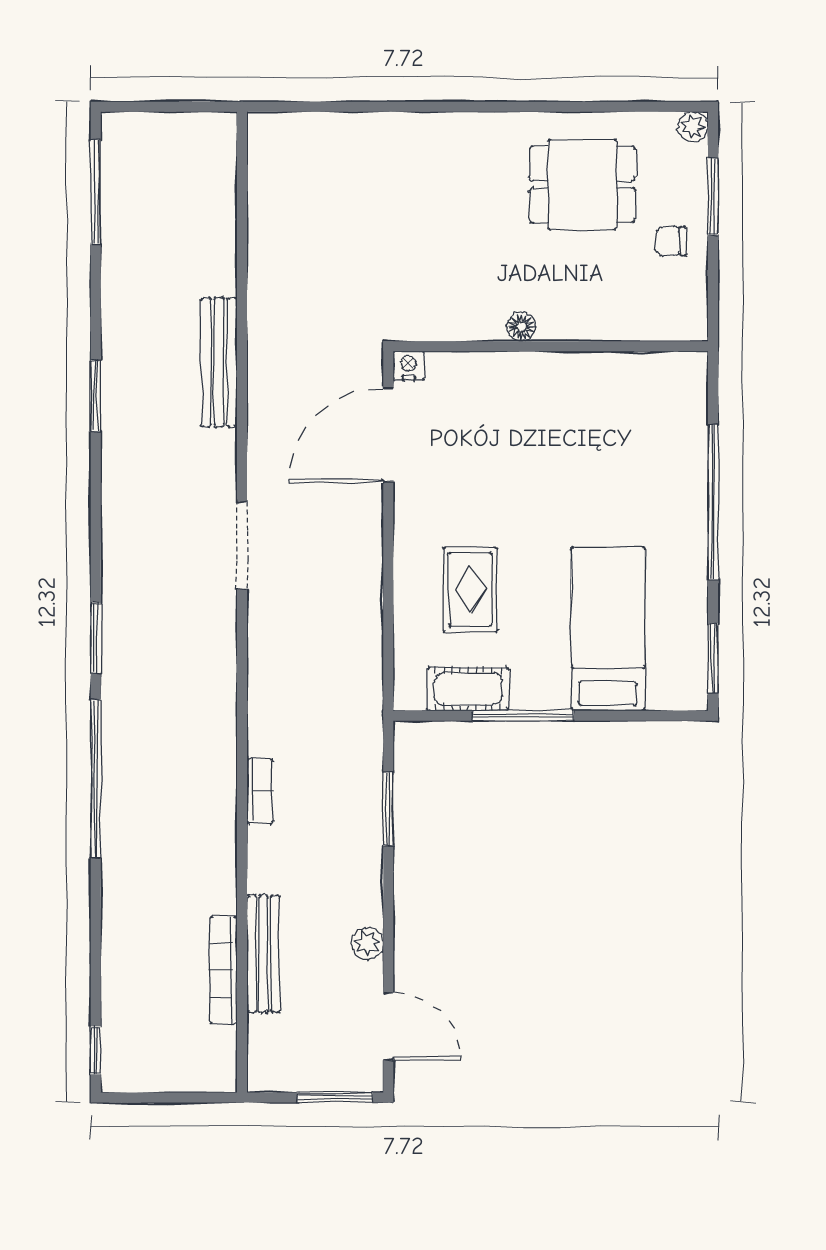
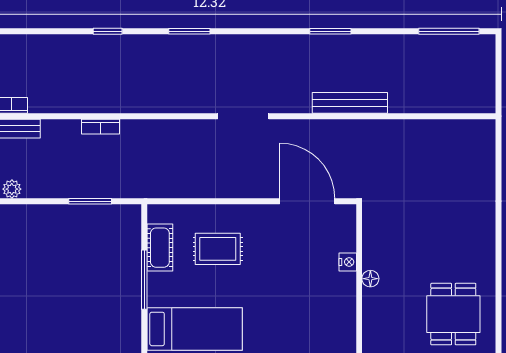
nightstand: (409, 366) -> (348, 262), moved
window: (96, 779) -> (108, 31), width x0.32

